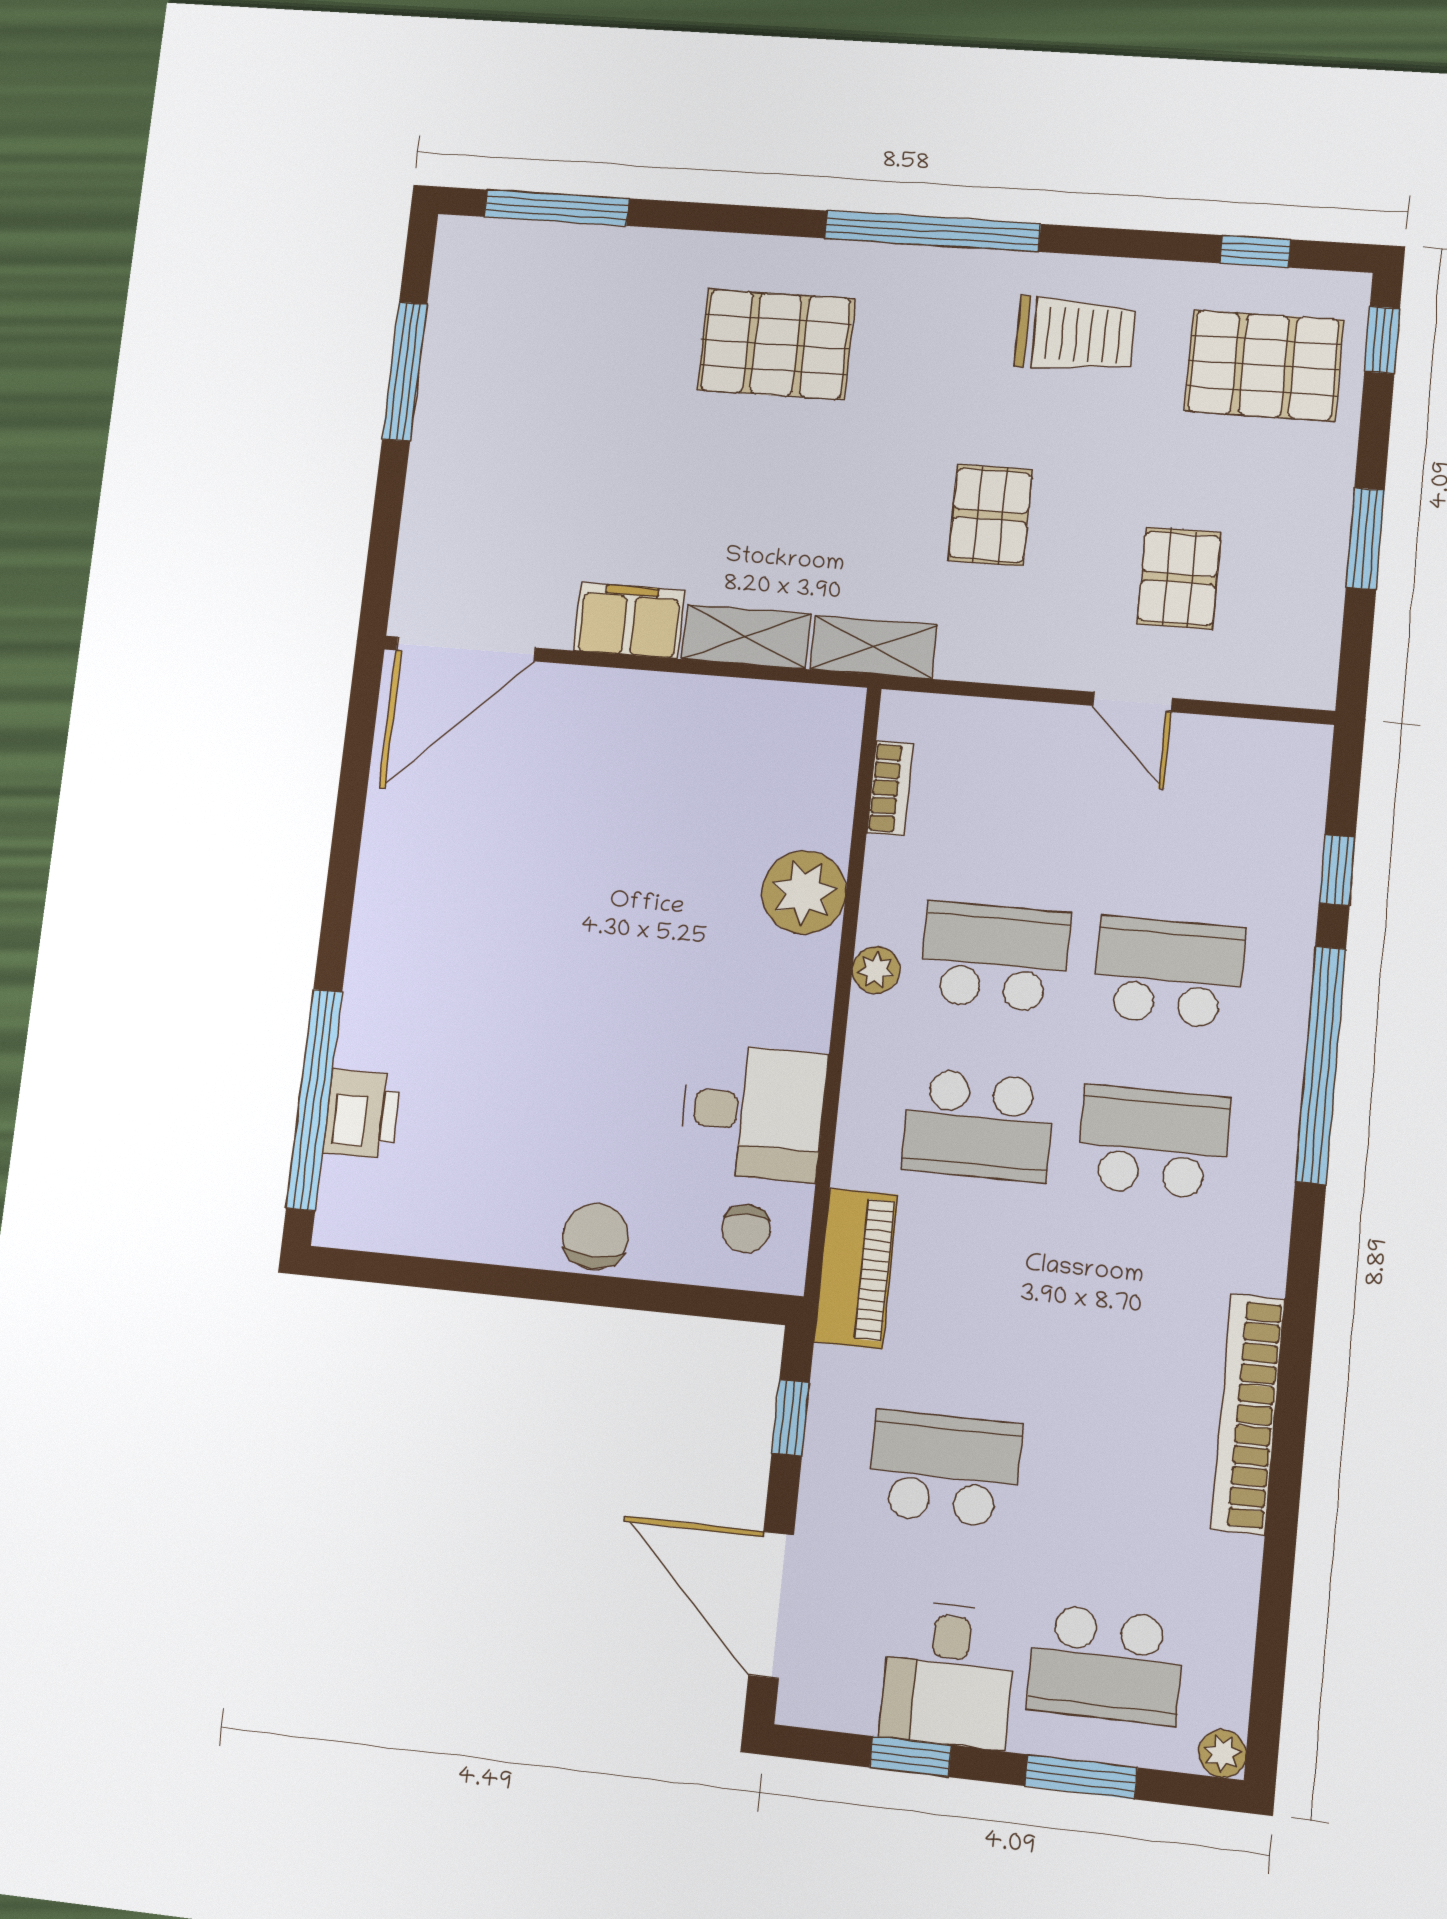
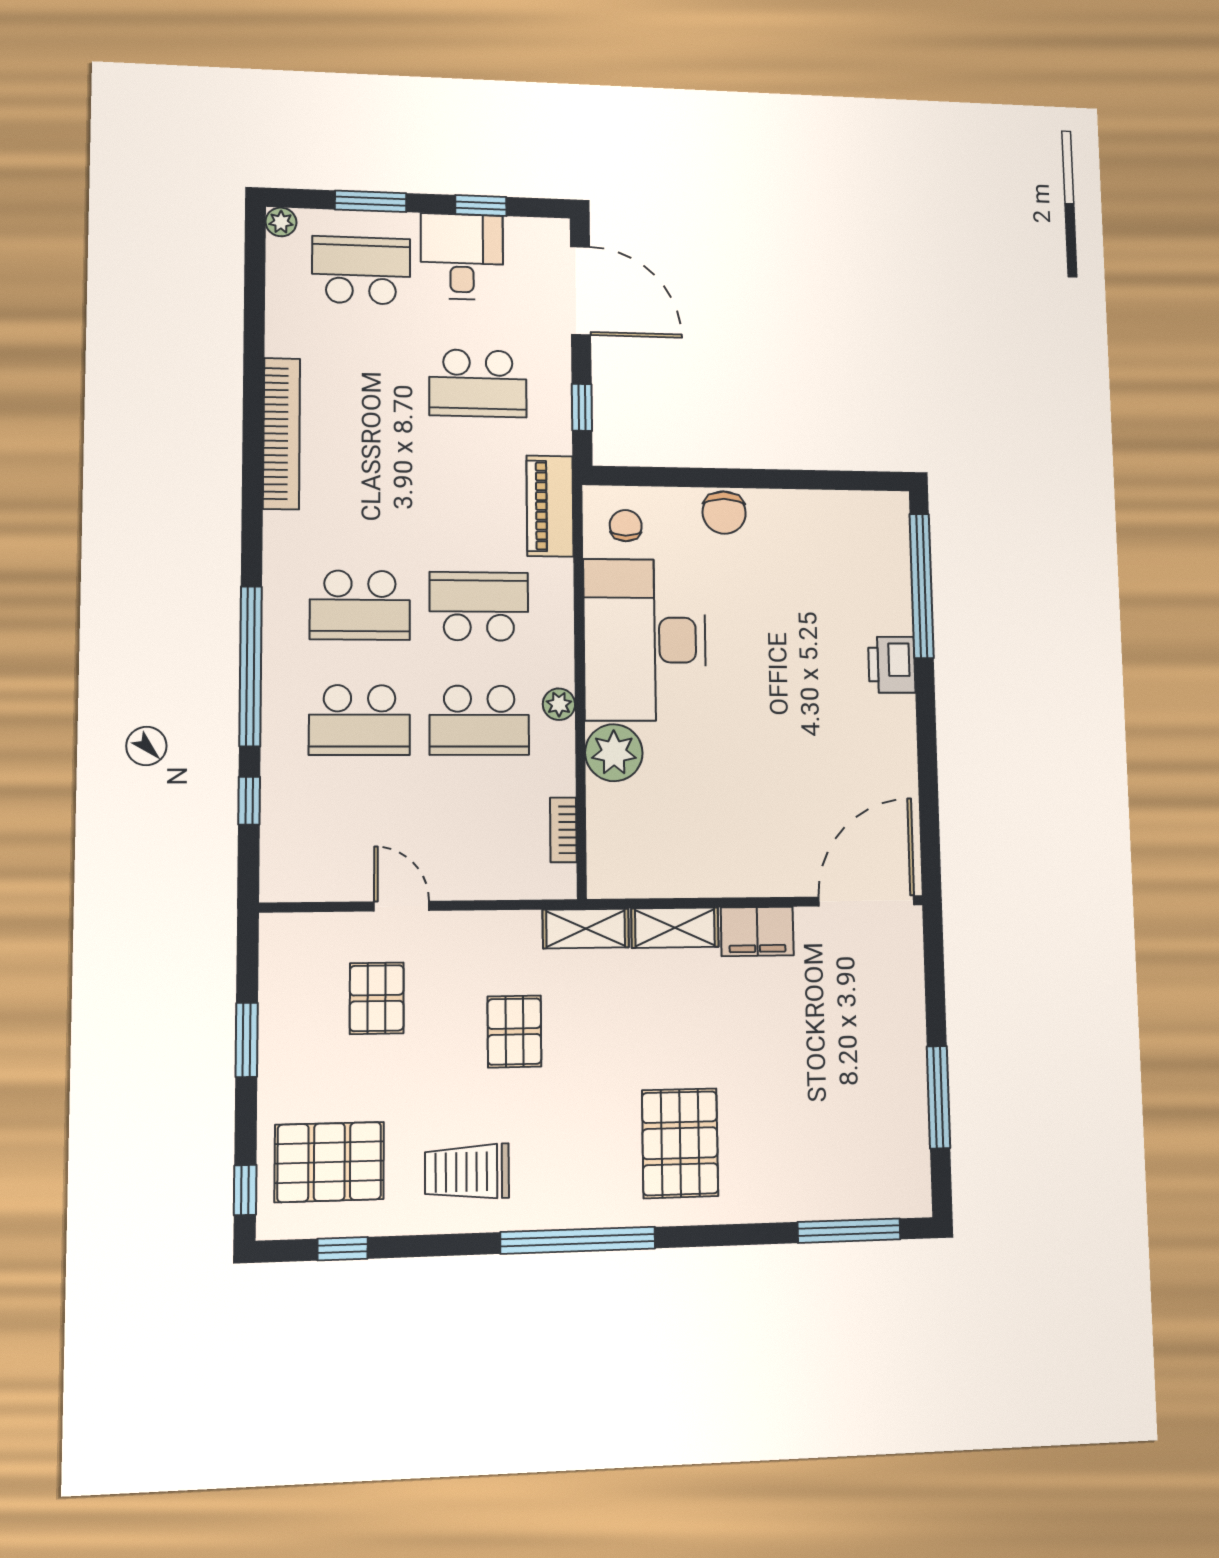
pallet: (776, 344) -> (680, 1143), turned 90
desk: (753, 1112) -> (645, 640), width x1.87, depth x1.30
printer: (362, 1114) -> (892, 665), moved

